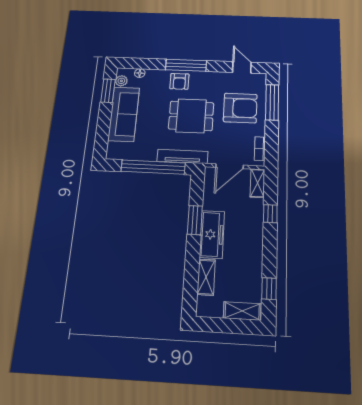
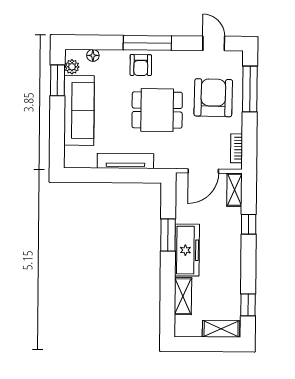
armchair: (240, 108) -> (213, 98), turned -89
tv unit: (182, 156) -> (125, 161), moved
window: (153, 167) -> (118, 175), removed

